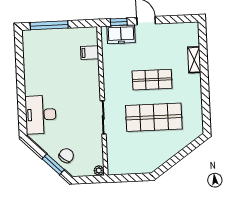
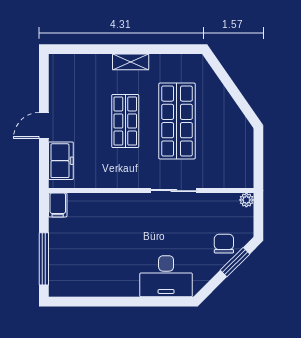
window: (119, 22) -> (44, 163), removed
filing cabinet: (90, 53) -> (58, 205), moved
shelving: (194, 60) -> (131, 62), moved
chair: (66, 156) -> (224, 244), turned 53

